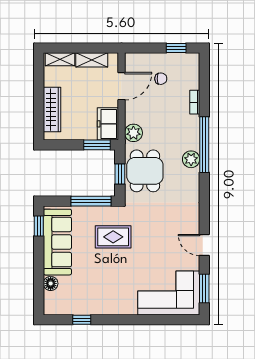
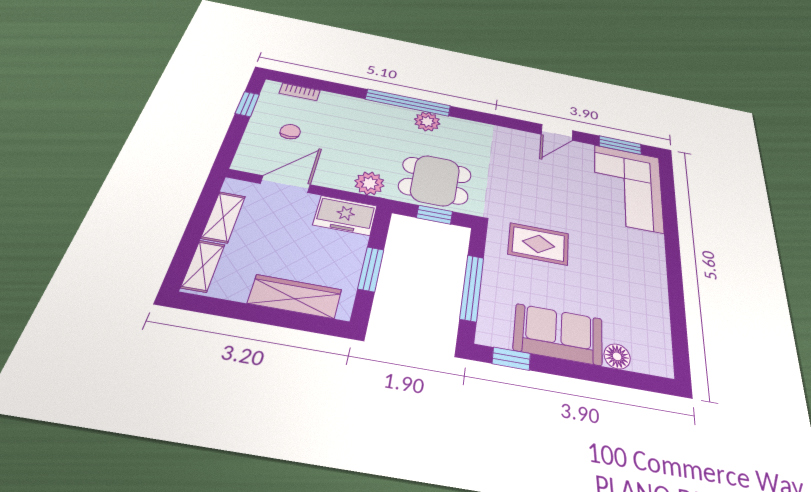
door: (121, 86) -> (285, 184), hinge flipped
bookcase: (195, 102) -> (300, 92), moved
window: (97, 145) -> (371, 269), moved
window: (91, 201) -> (472, 288), moved
rug: (113, 237) -> (539, 244), turned 90
sofa: (57, 242) -> (558, 334), width x0.73
window: (82, 320) -> (678, 317), removed

